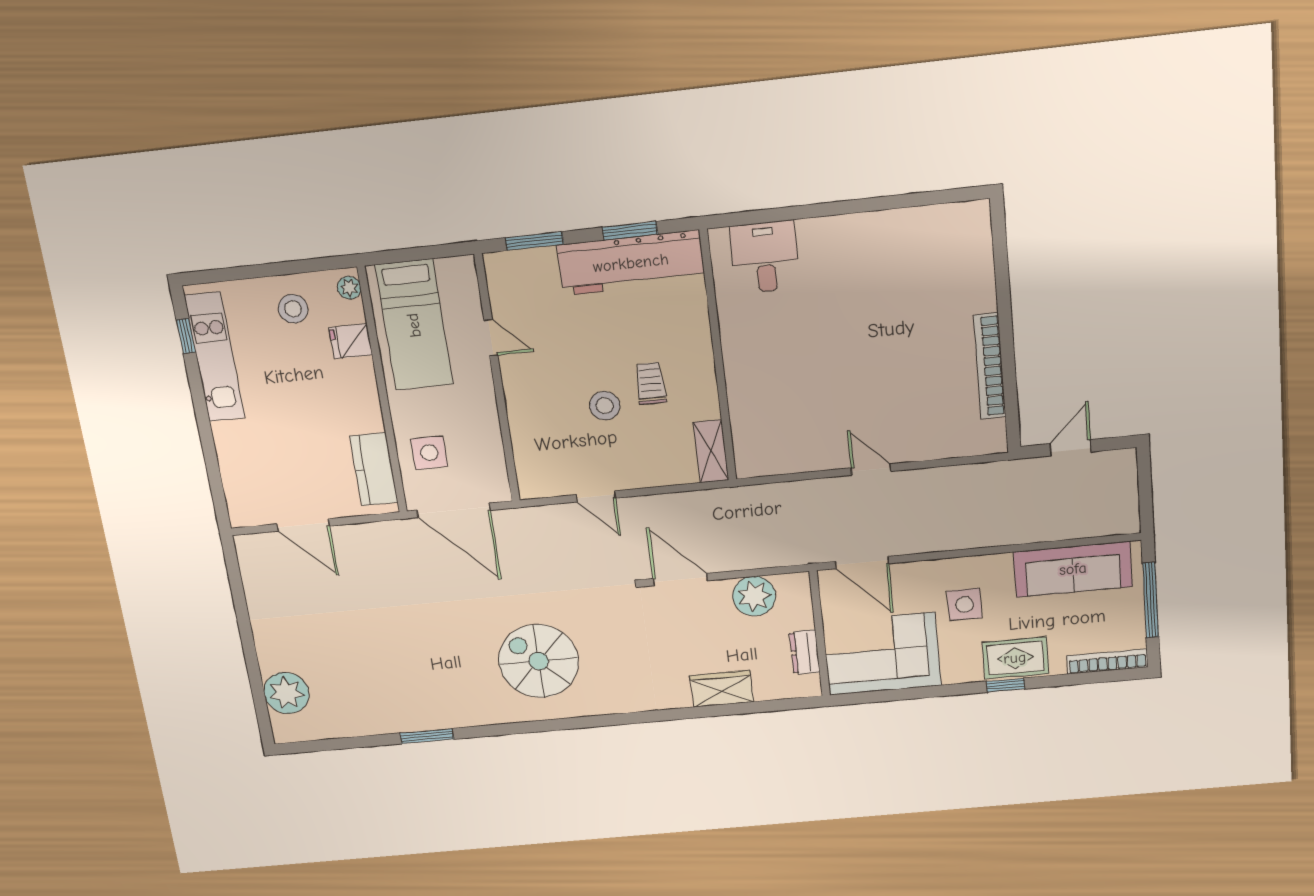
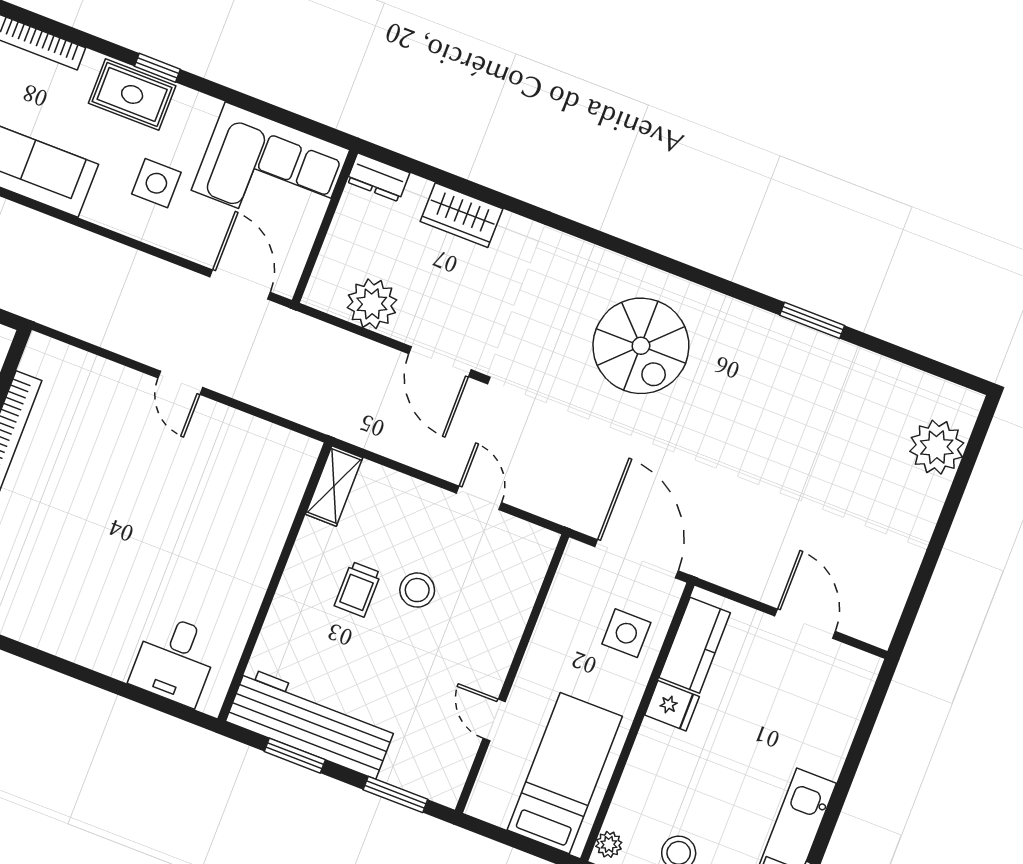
fridge: (351, 341) -> (672, 706), moved
dresser: (805, 652) -> (378, 177), moved, turned 90

